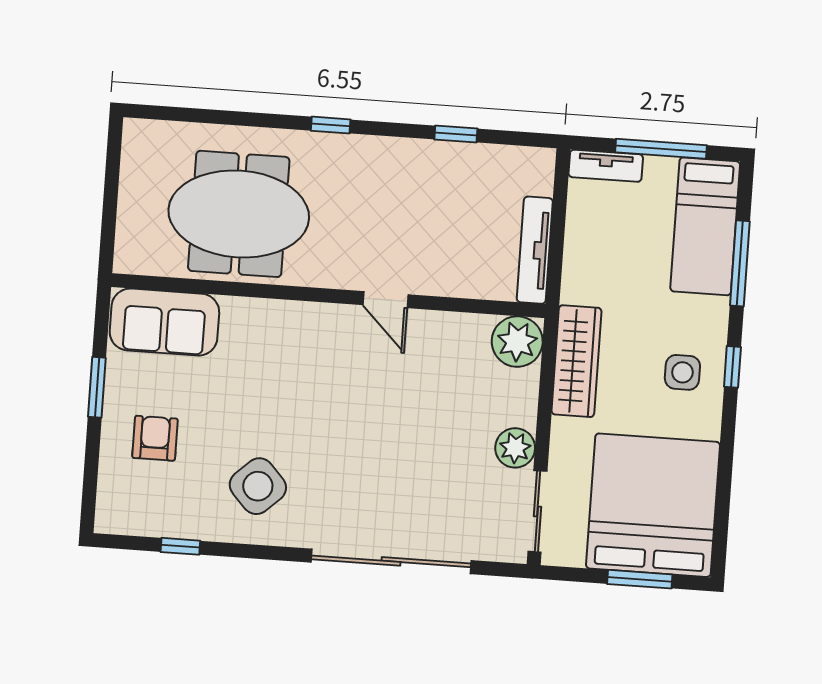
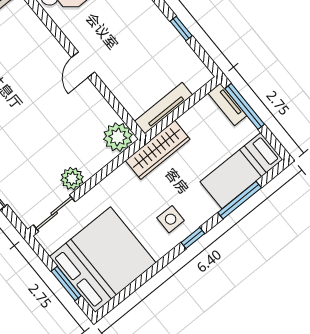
window: (661, 149) -> (245, 106), moved
wardrobe: (576, 361) -> (158, 150), moved

